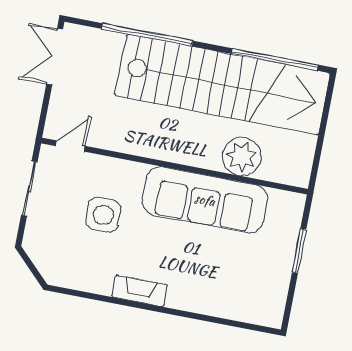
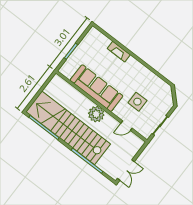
door: (70, 146) -> (126, 126), moved
plant: (242, 156) -> (96, 114), moved
fireplace: (139, 291) -> (119, 52), moved

